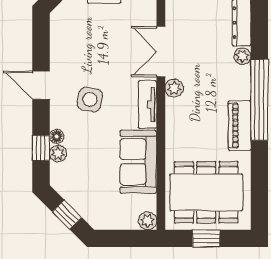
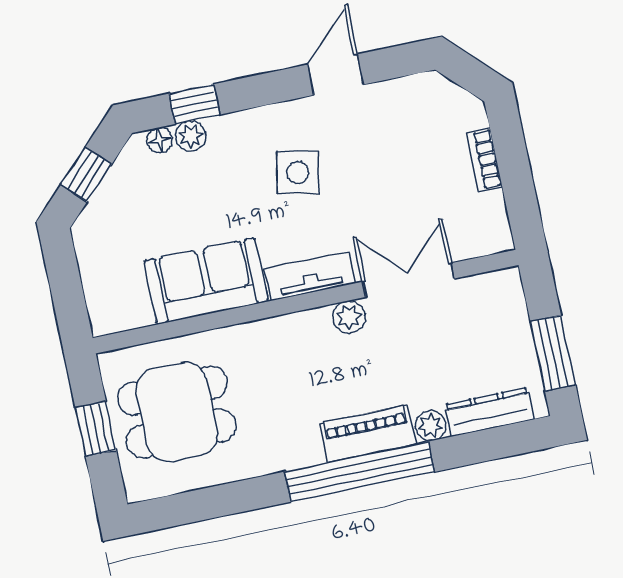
door: (41, 85) -> (335, 75), moved
piano: (240, 126) -> (368, 434), moved
floor lamp: (57, 136) -> (160, 140), moved
dining table: (206, 192) -> (177, 412), width x0.73
plant: (147, 221) -> (105, 319), removed

